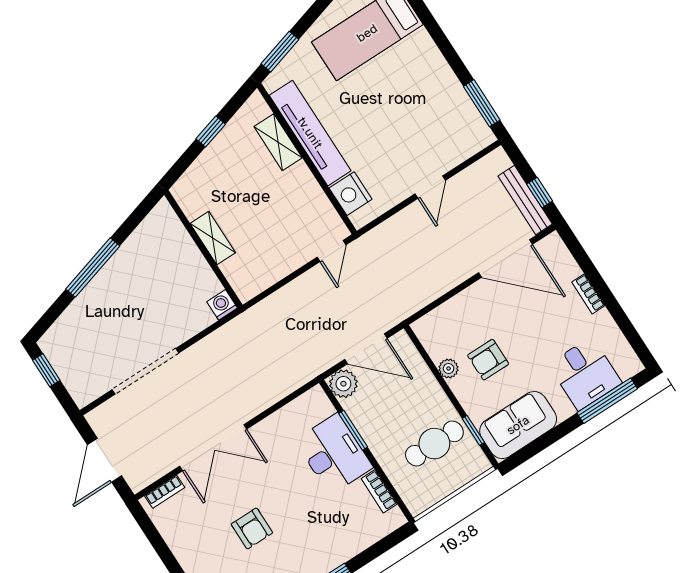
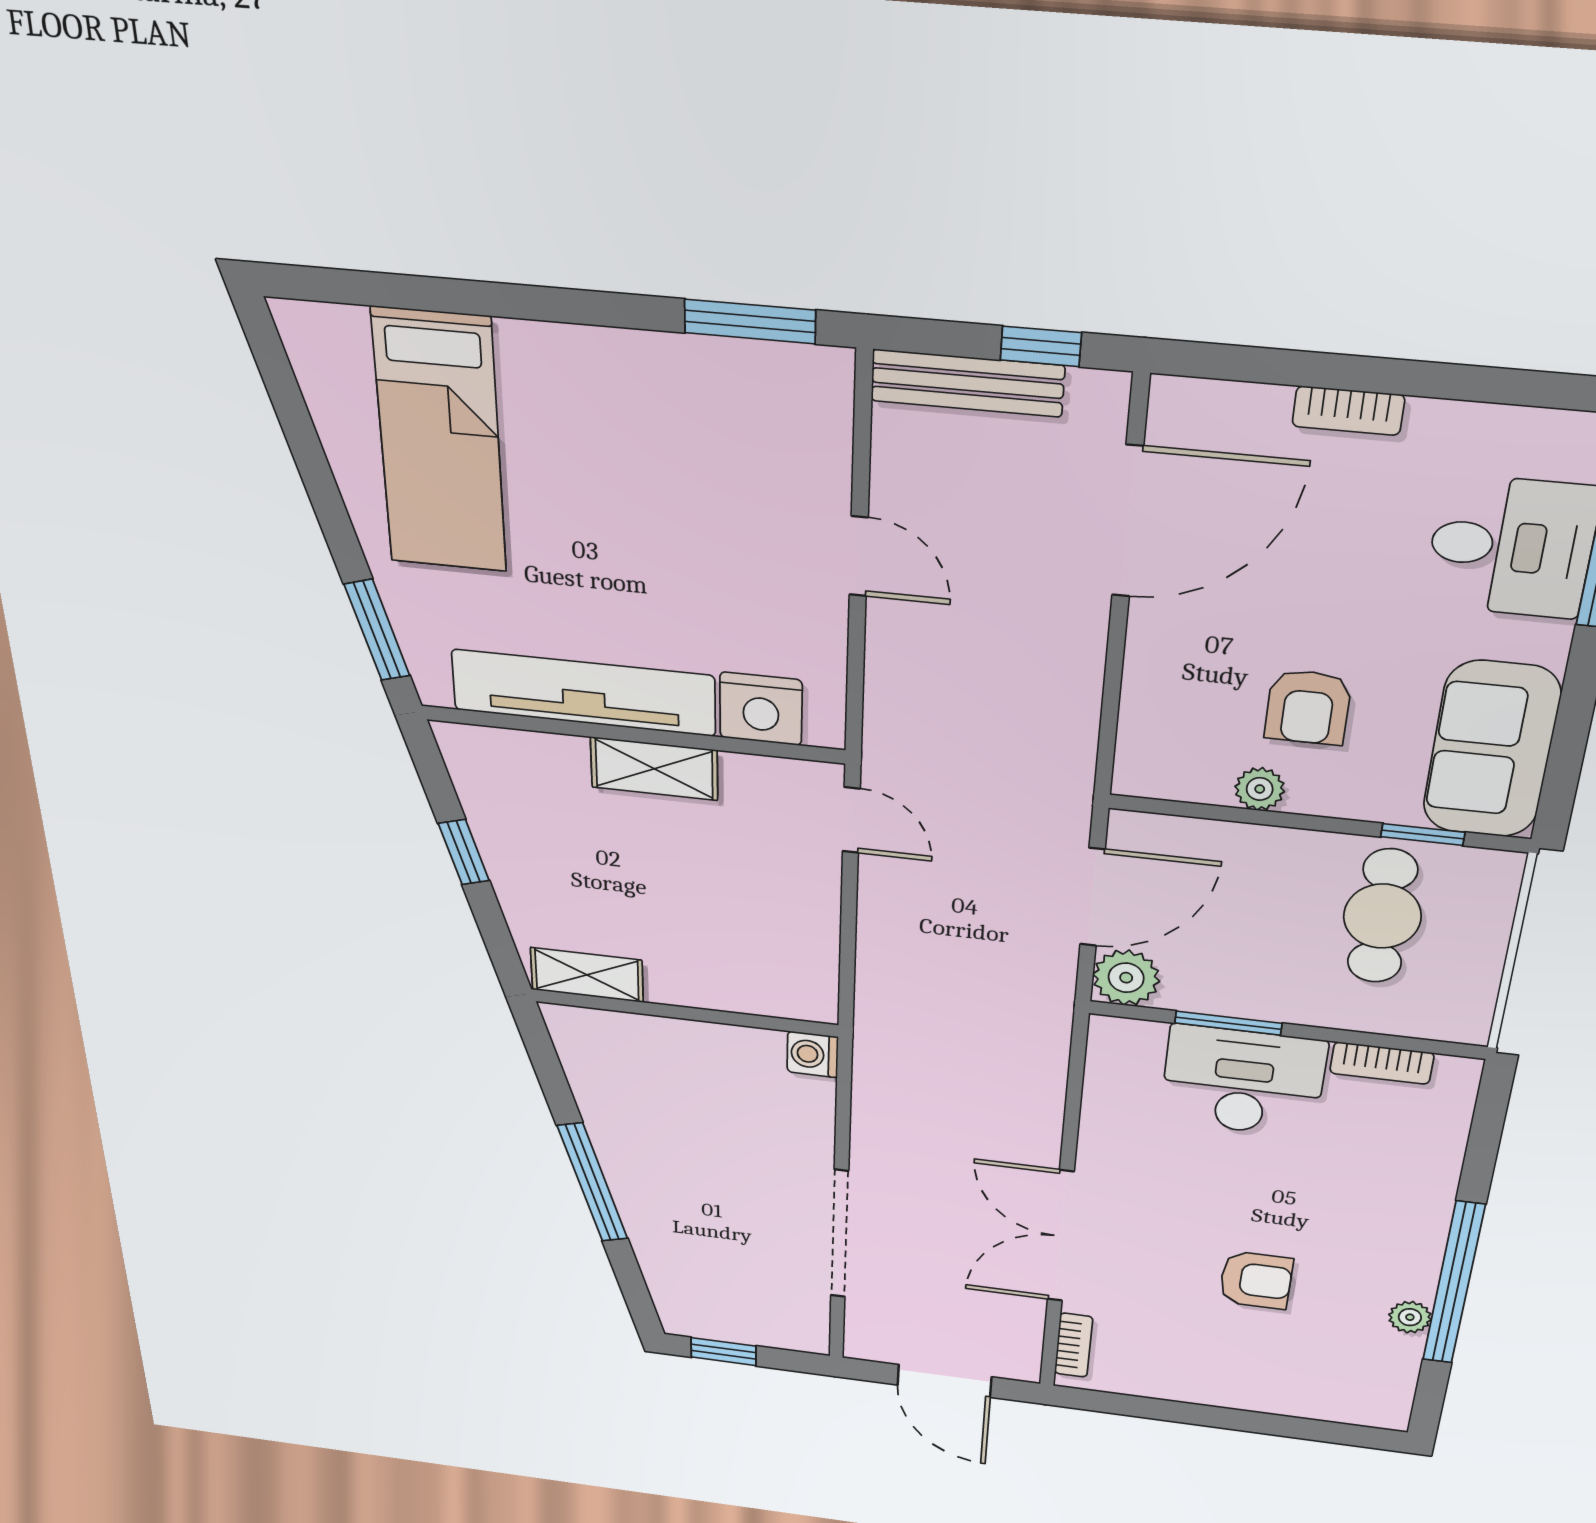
shelving: (278, 142) -> (654, 769), moved
bench: (525, 200) -> (967, 383), moved
shelving: (213, 238) -> (587, 975), moved
double door: (213, 448) -> (1061, 1236), swing flipped

